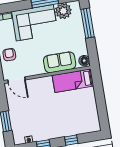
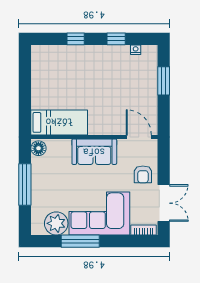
window: (88, 23) -> (25, 185), moved
sofa: (60, 62) -> (94, 152), moved

